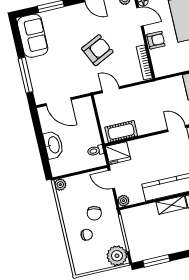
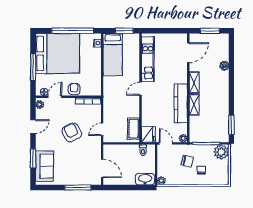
sofa: (33, 36) -> (44, 166), moved, turned 90
door: (59, 102) -> (102, 168), hinge flipped
washbasin: (53, 145) -> (145, 179), moved
door: (111, 179) -> (166, 143), swing flipped

